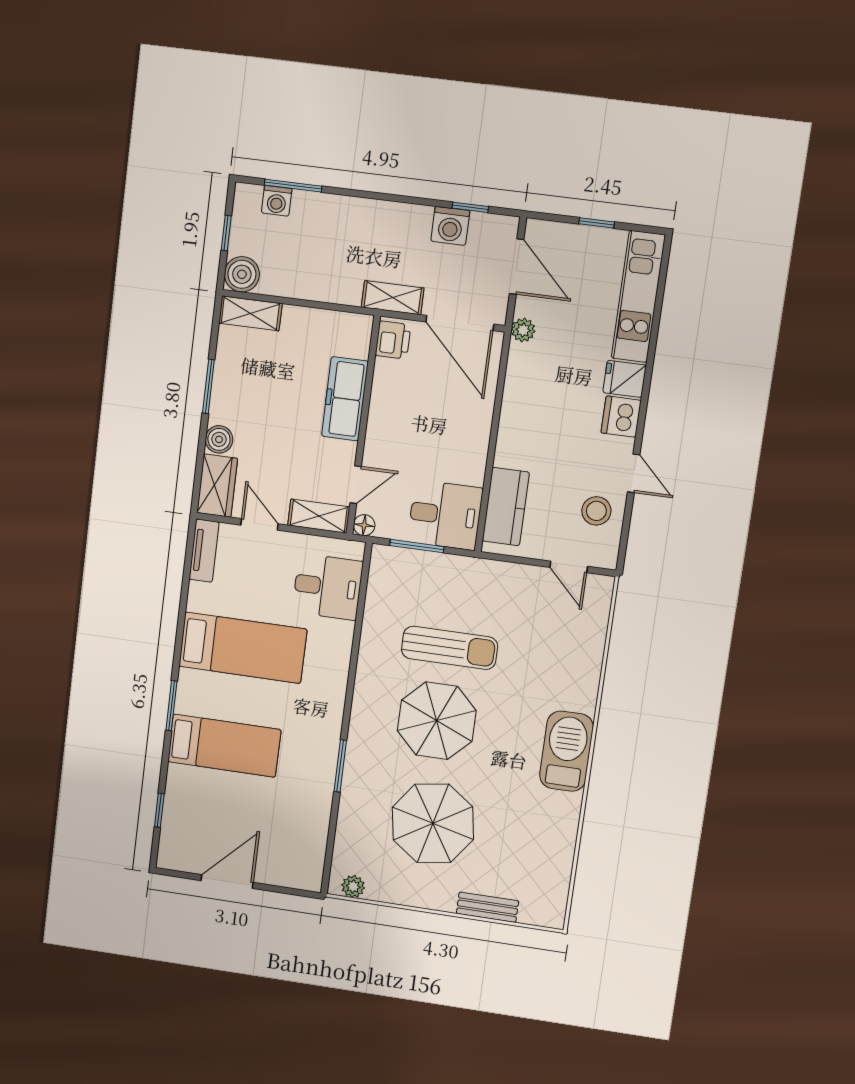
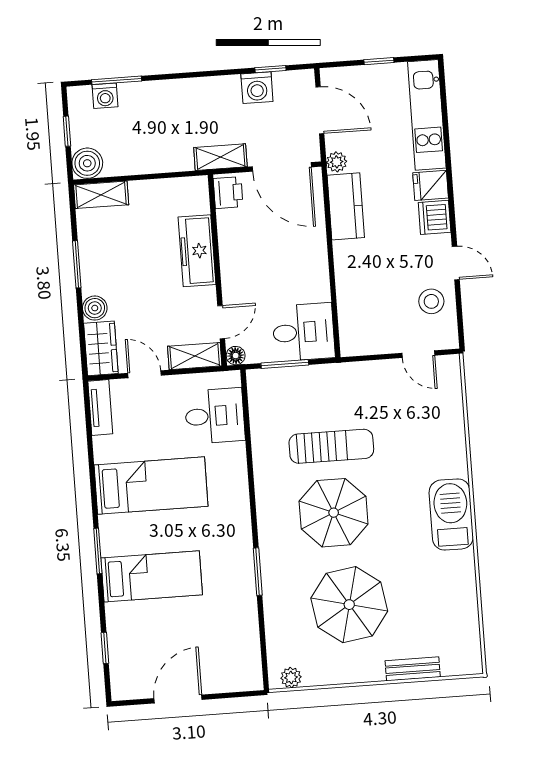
kitchen counter: (506, 507) -> (346, 206), moved

